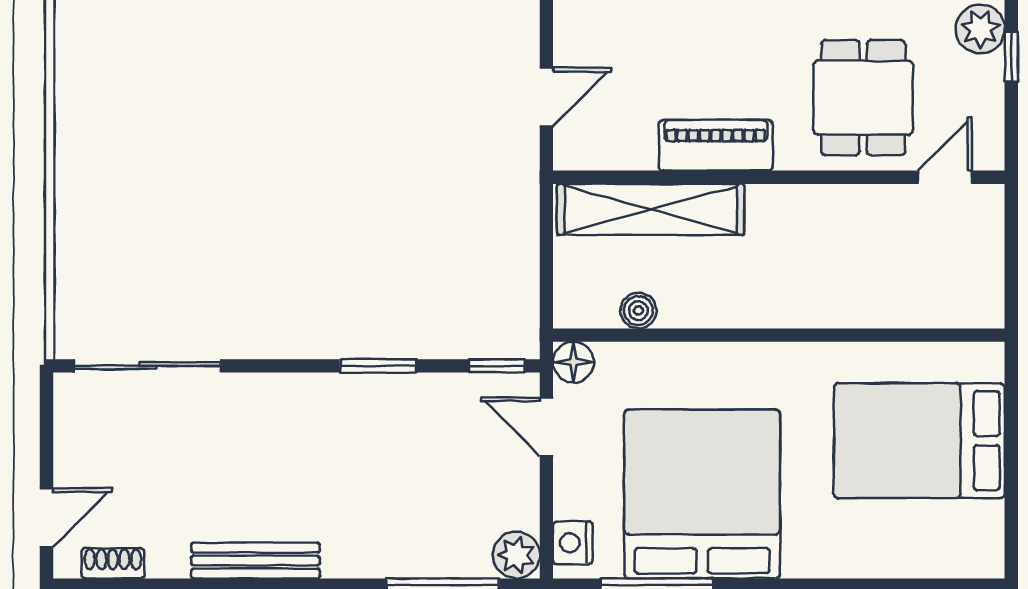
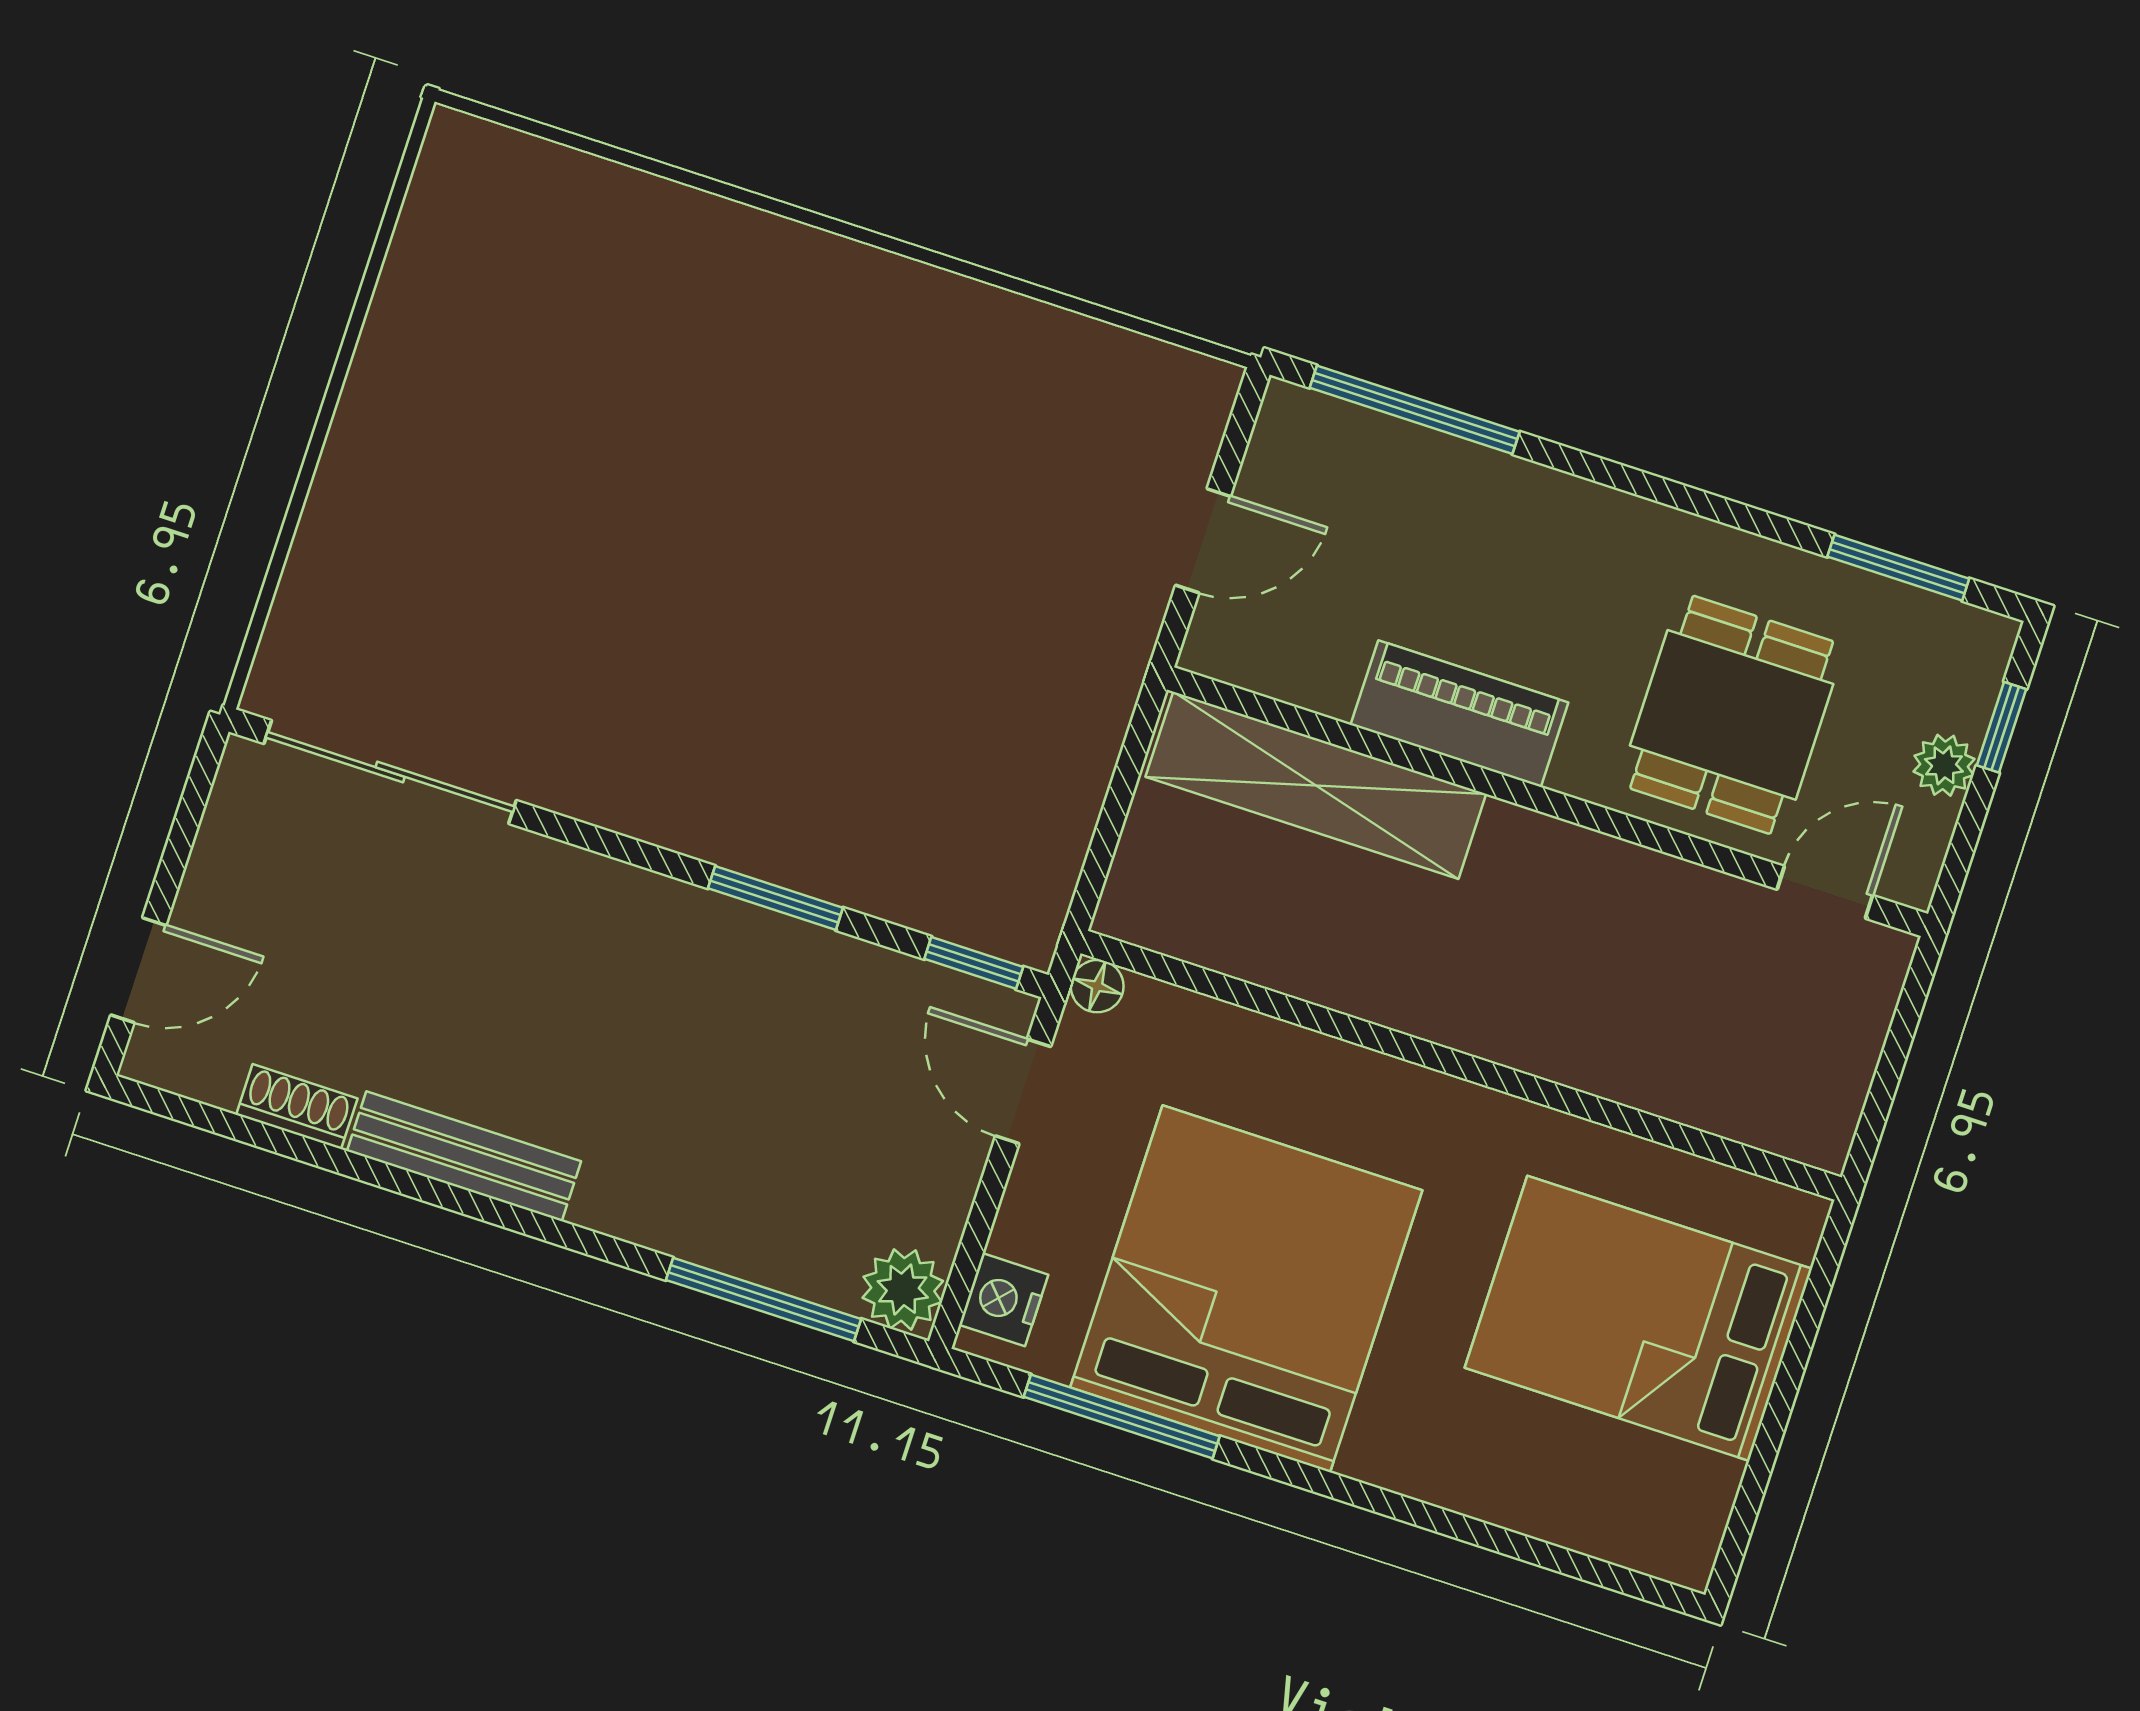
plant: (980, 29) -> (1944, 765), moved, width x0.73, depth x0.73
boiler: (638, 311) -> (1240, 948), removed
floor lamp: (573, 362) -> (1097, 986), width x0.73, depth x0.73
shoe rack: (113, 563) -> (297, 1107), moved

